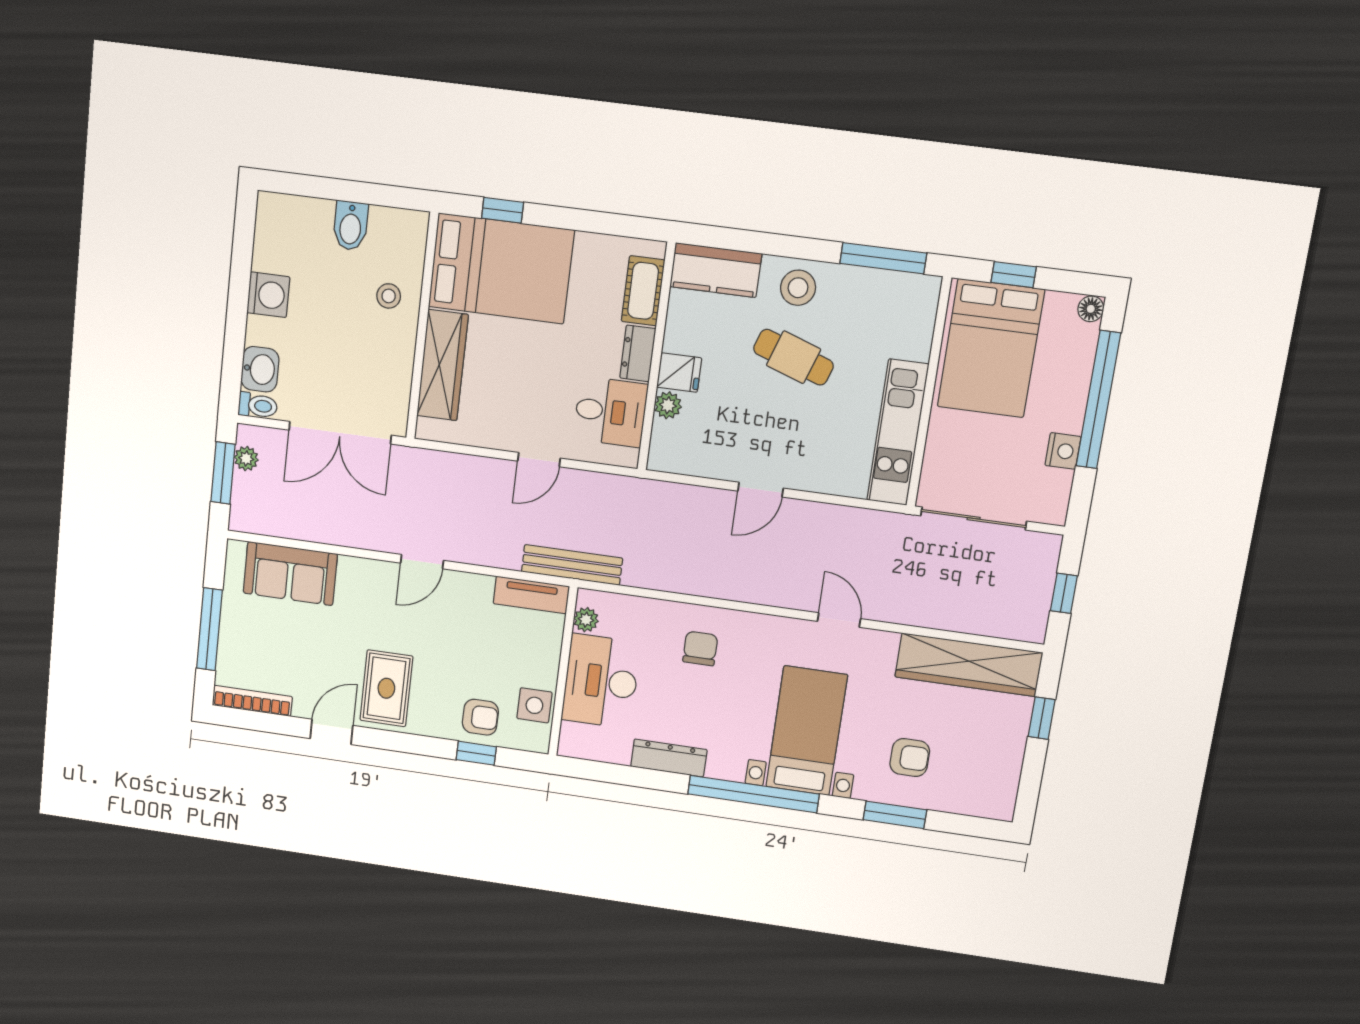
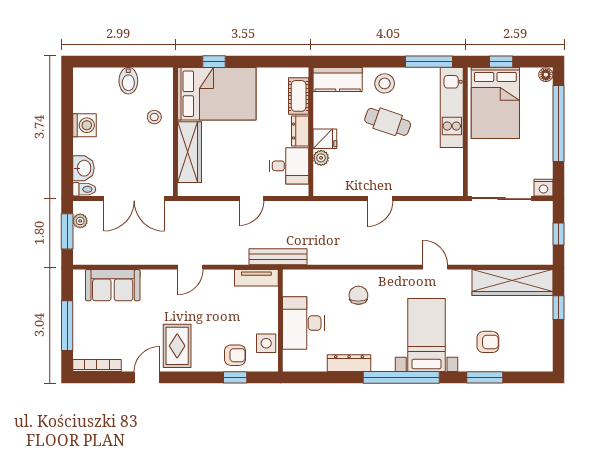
kitchen unit: (898, 432) -> (452, 107), moved
nightstand: (1063, 451) -> (543, 188), moved, turned 90
plant: (586, 620) -> (290, 288), removed

